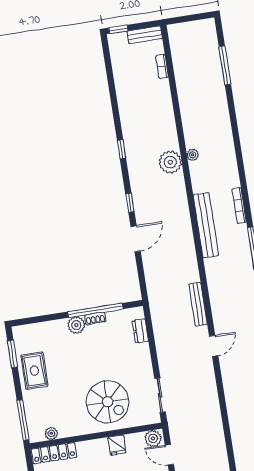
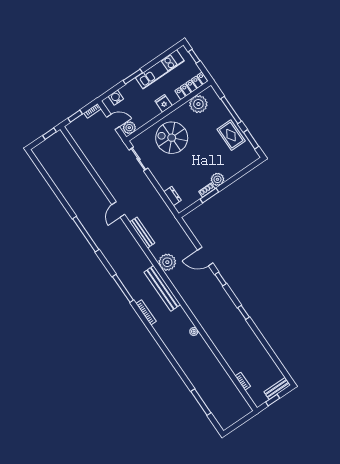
window: (118, 29) -> (273, 400), moved
bench: (145, 35) -> (277, 389), moved
plant: (170, 162) -> (167, 262), moved
door: (136, 239) -> (205, 257), hinge flipped
window: (95, 310) -> (209, 195), width x0.47
window: (23, 420) -> (231, 110), moved
plant: (51, 433) -> (198, 104), width x1.88, depth x1.88
fridge: (117, 445) -> (164, 103), moved

